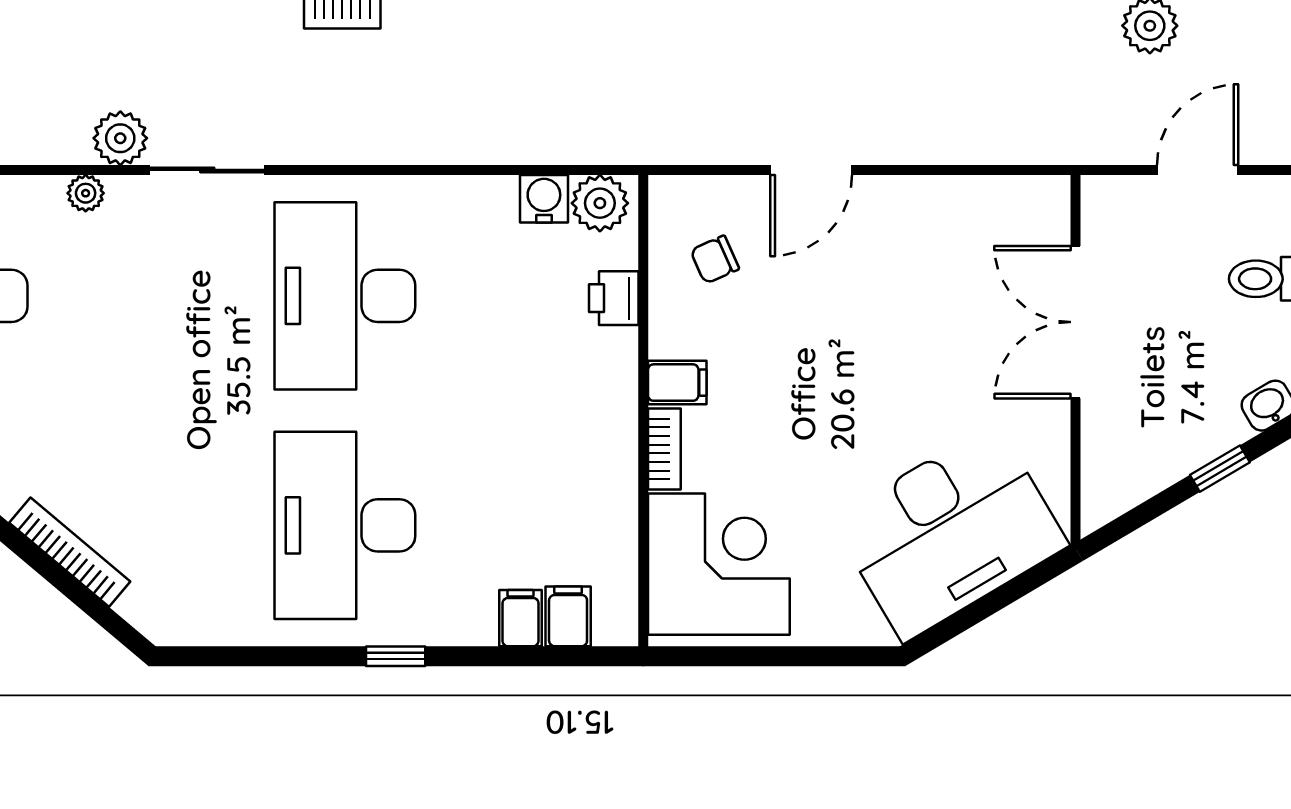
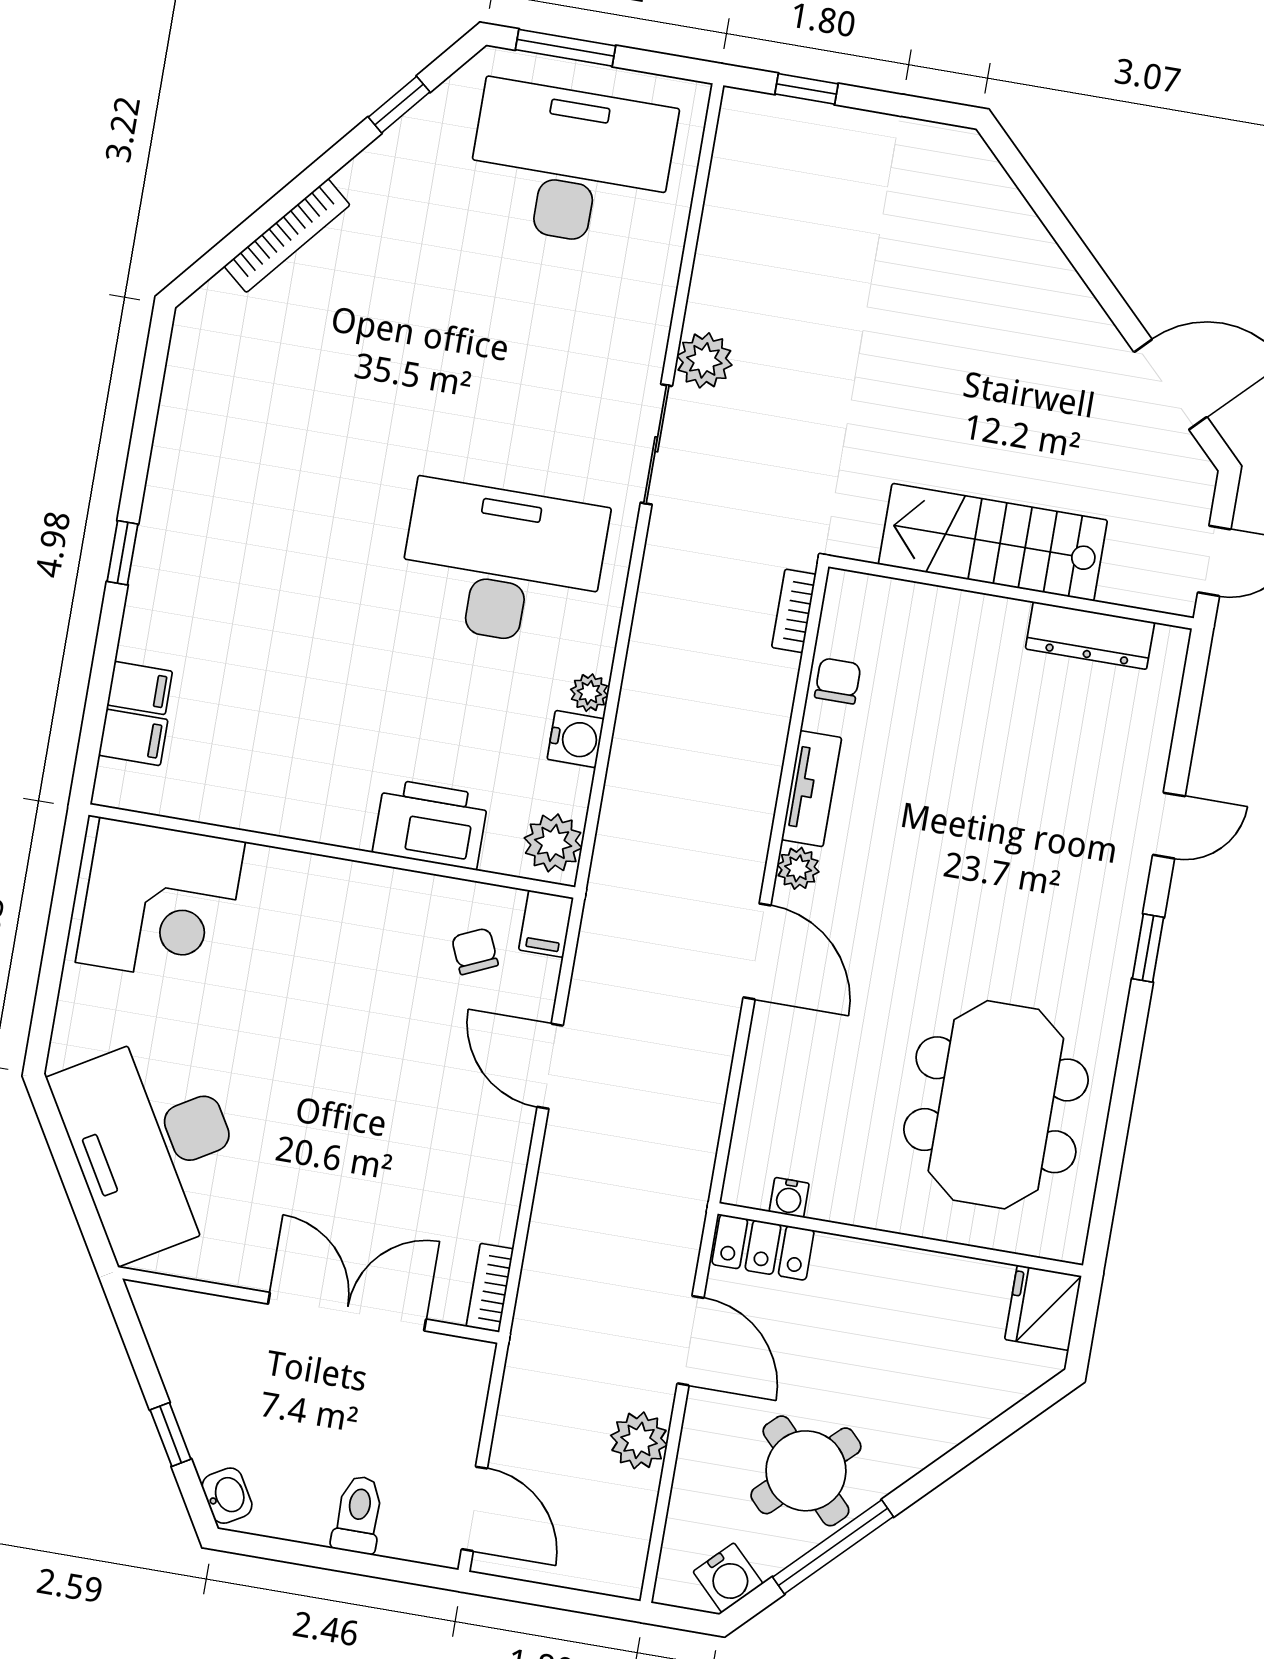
door: (1198, 170) -> (474, 1509), moved
plant: (86, 193) -> (589, 693), moved
water cooler: (544, 199) -> (576, 739), moved
printer: (614, 298) -> (431, 824), width x1.87, depth x1.48
filing cabinet: (677, 383) -> (546, 924), moved
bookcase: (664, 449) -> (490, 1288), moved, turned 90
desk: (345, 525) -> (266, 524), removed

